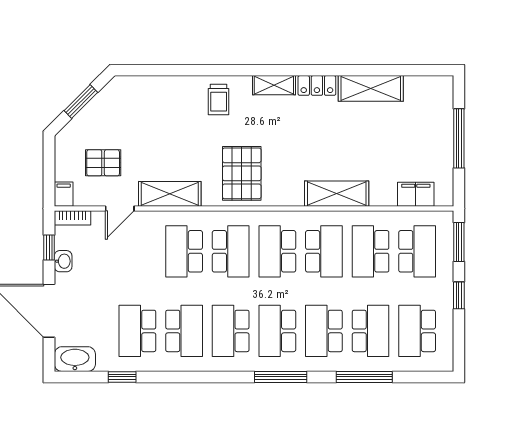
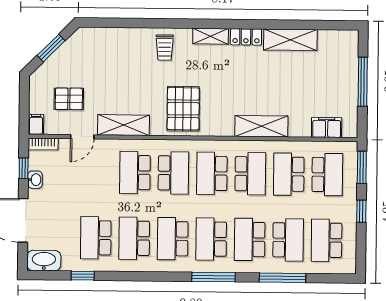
school desk: (184, 331) -> (134, 238), turned 180

